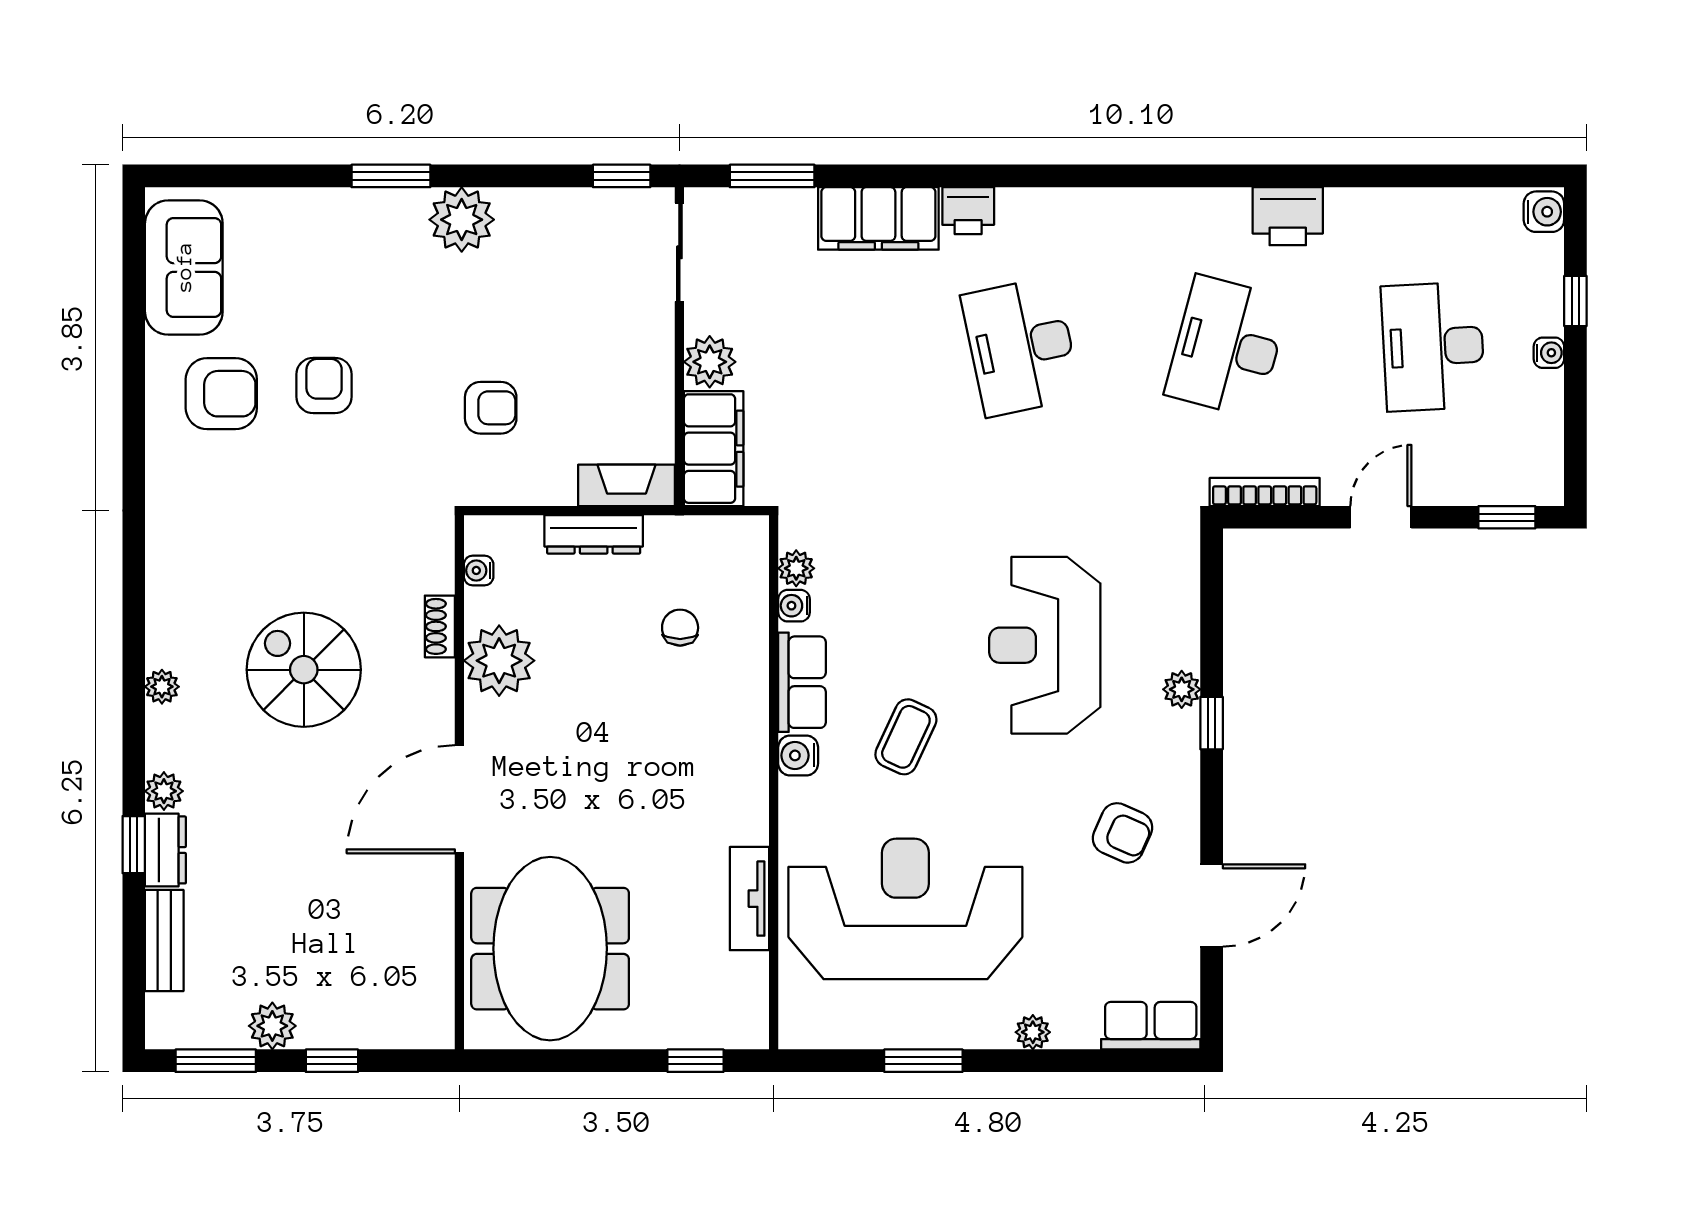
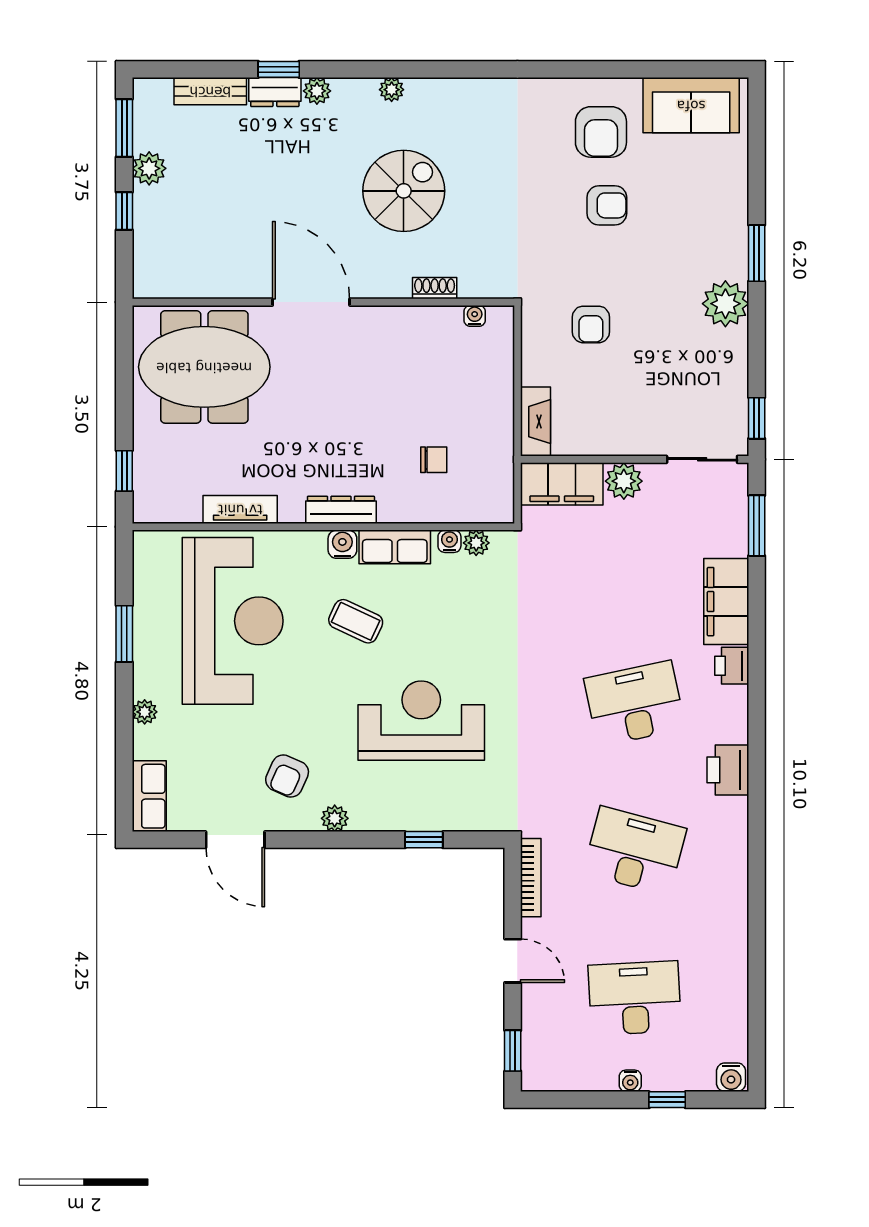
printer: (1288, 216) -> (728, 770), moved
dresser: (594, 534) -> (341, 510), moved, turned 90
plant: (499, 661) -> (410, 331), removed
plant: (1182, 689) -> (335, 818), moved
window: (1212, 723) -> (424, 840), moved

